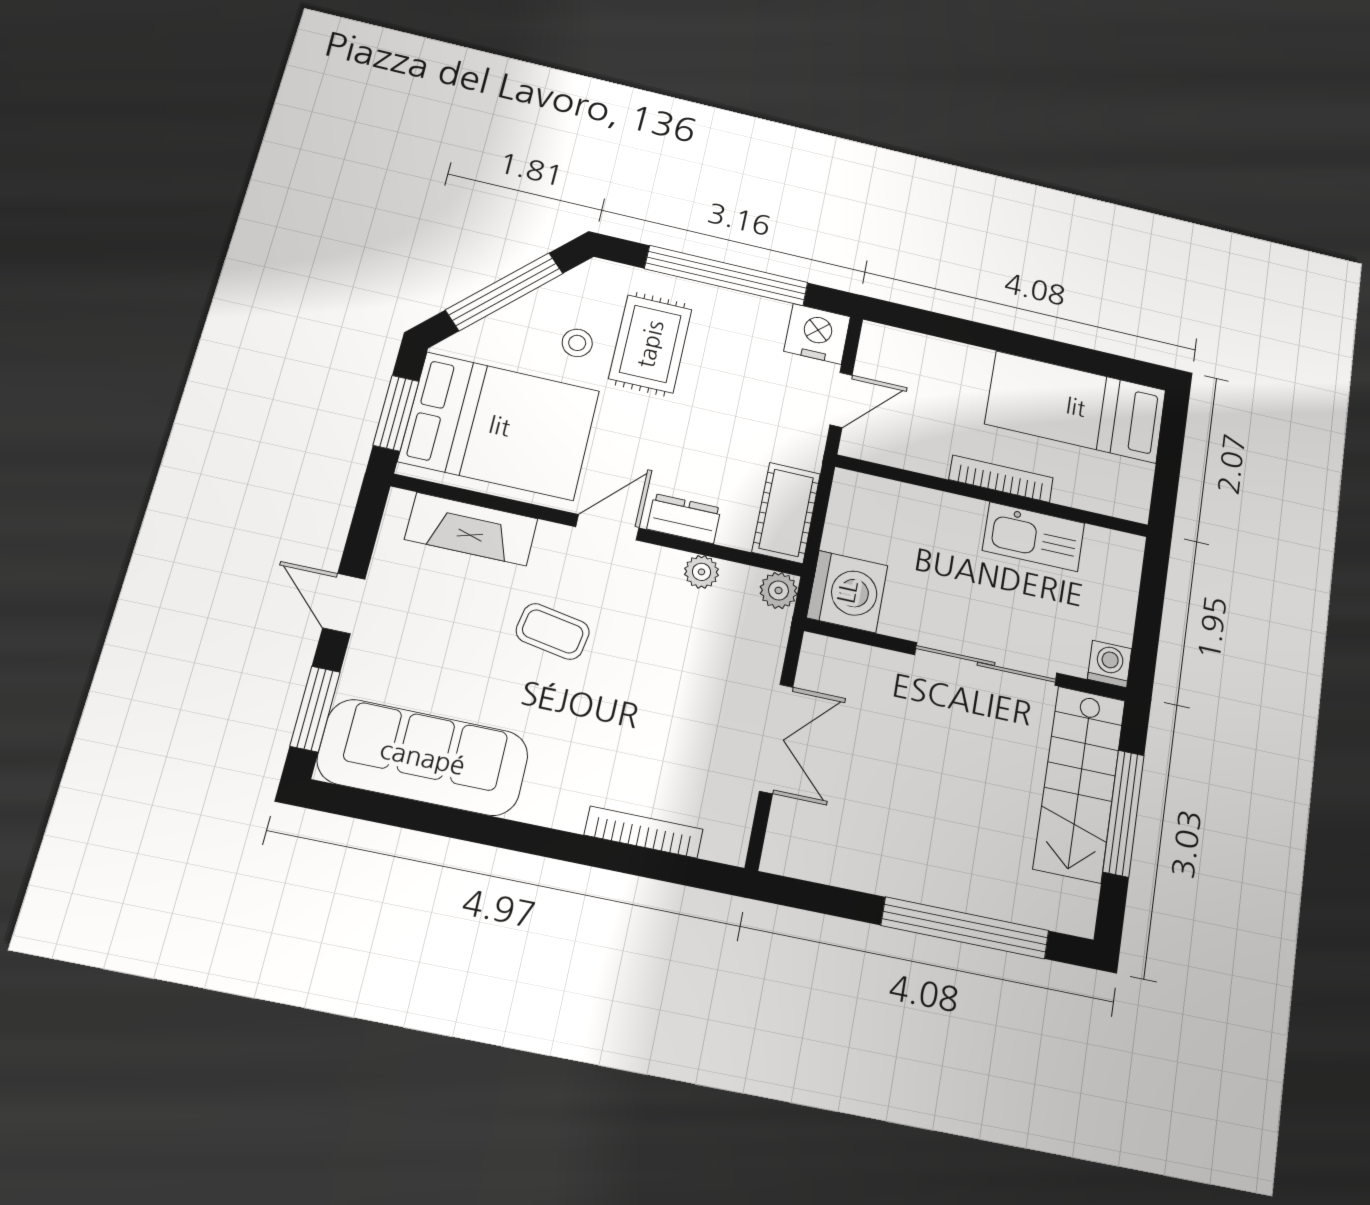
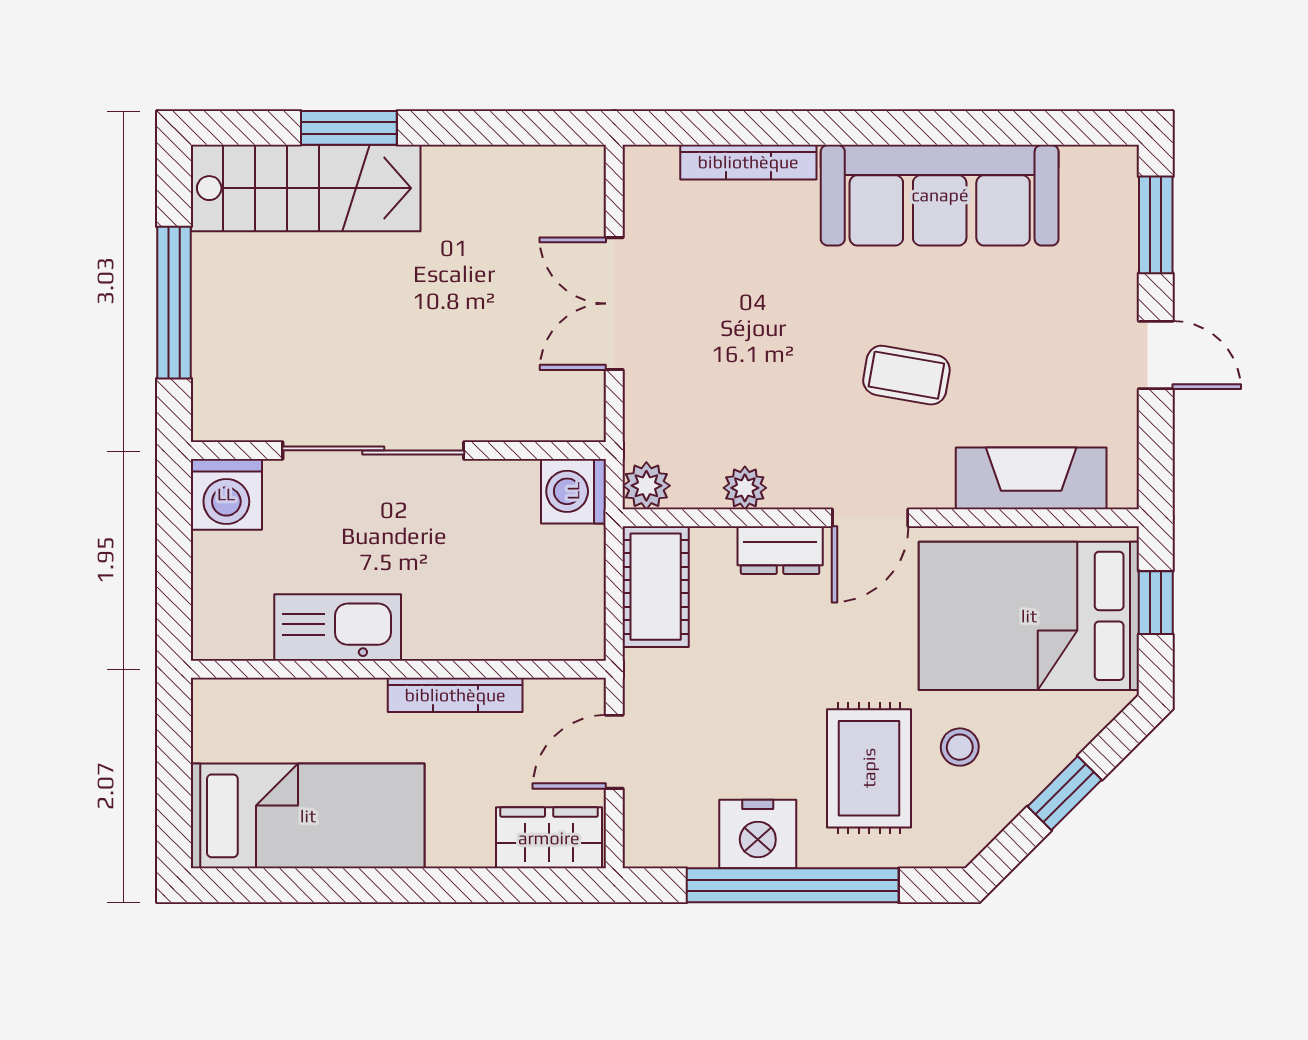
window: (504, 292) -> (1065, 793), width x0.46
nightstand: (817, 334) -> (758, 834), moved
wardrobe: (901, 351) -> (549, 838), added
window: (396, 413) -> (1156, 603), width x0.67
bookcase: (1001, 479) -> (455, 695), moved
washing machine: (847, 592) -> (573, 491), width x0.73, depth x0.73
washing machine: (1110, 664) -> (226, 494), width x1.38, depth x1.38
sofa: (423, 757) -> (940, 195), moved
stairs: (1080, 784) -> (306, 188), moved, turned 90
window: (965, 928) -> (349, 128), width x0.47

